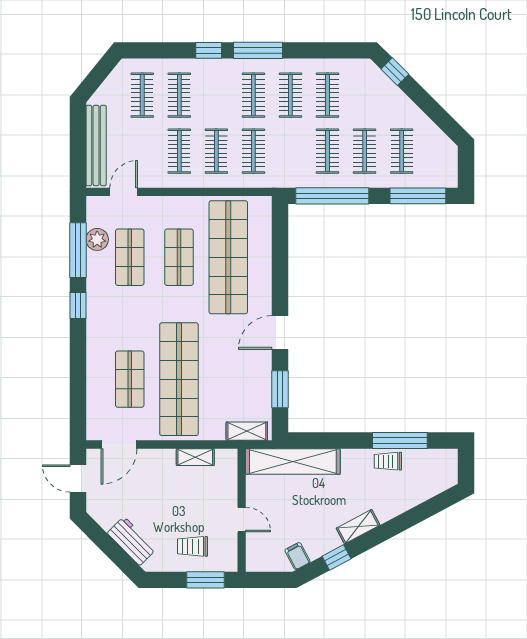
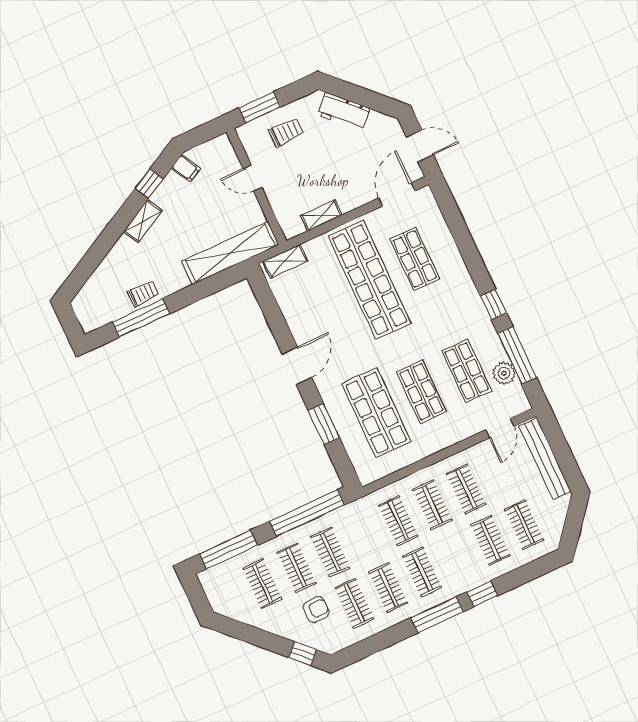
armchair: (364, 105) -> (316, 610), added
shop shelf: (228, 257) -> (376, 413), width x0.71
window: (280, 389) -> (324, 424), moved

